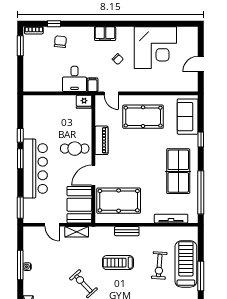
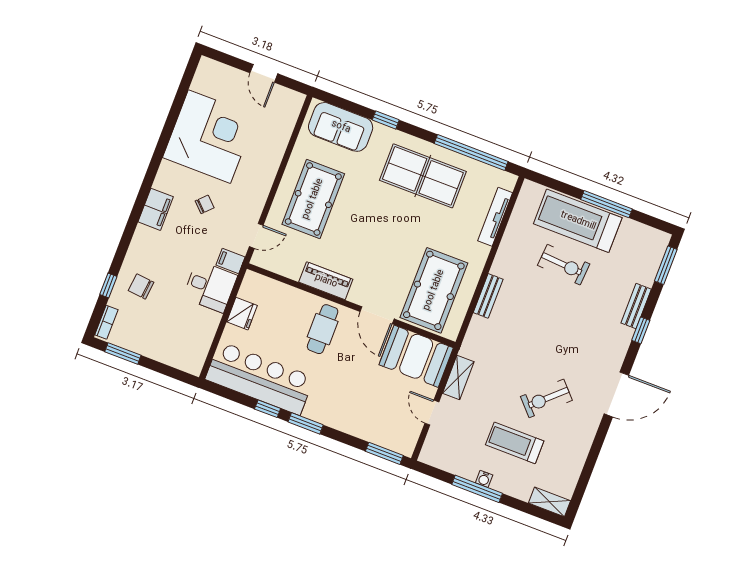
fridge: (84, 102) -> (242, 314), moved
bar counter: (35, 169) -> (260, 378), moved
door: (52, 225) -> (432, 413), swing flipped
treadmill: (118, 263) -> (515, 443), moved, turned 90

